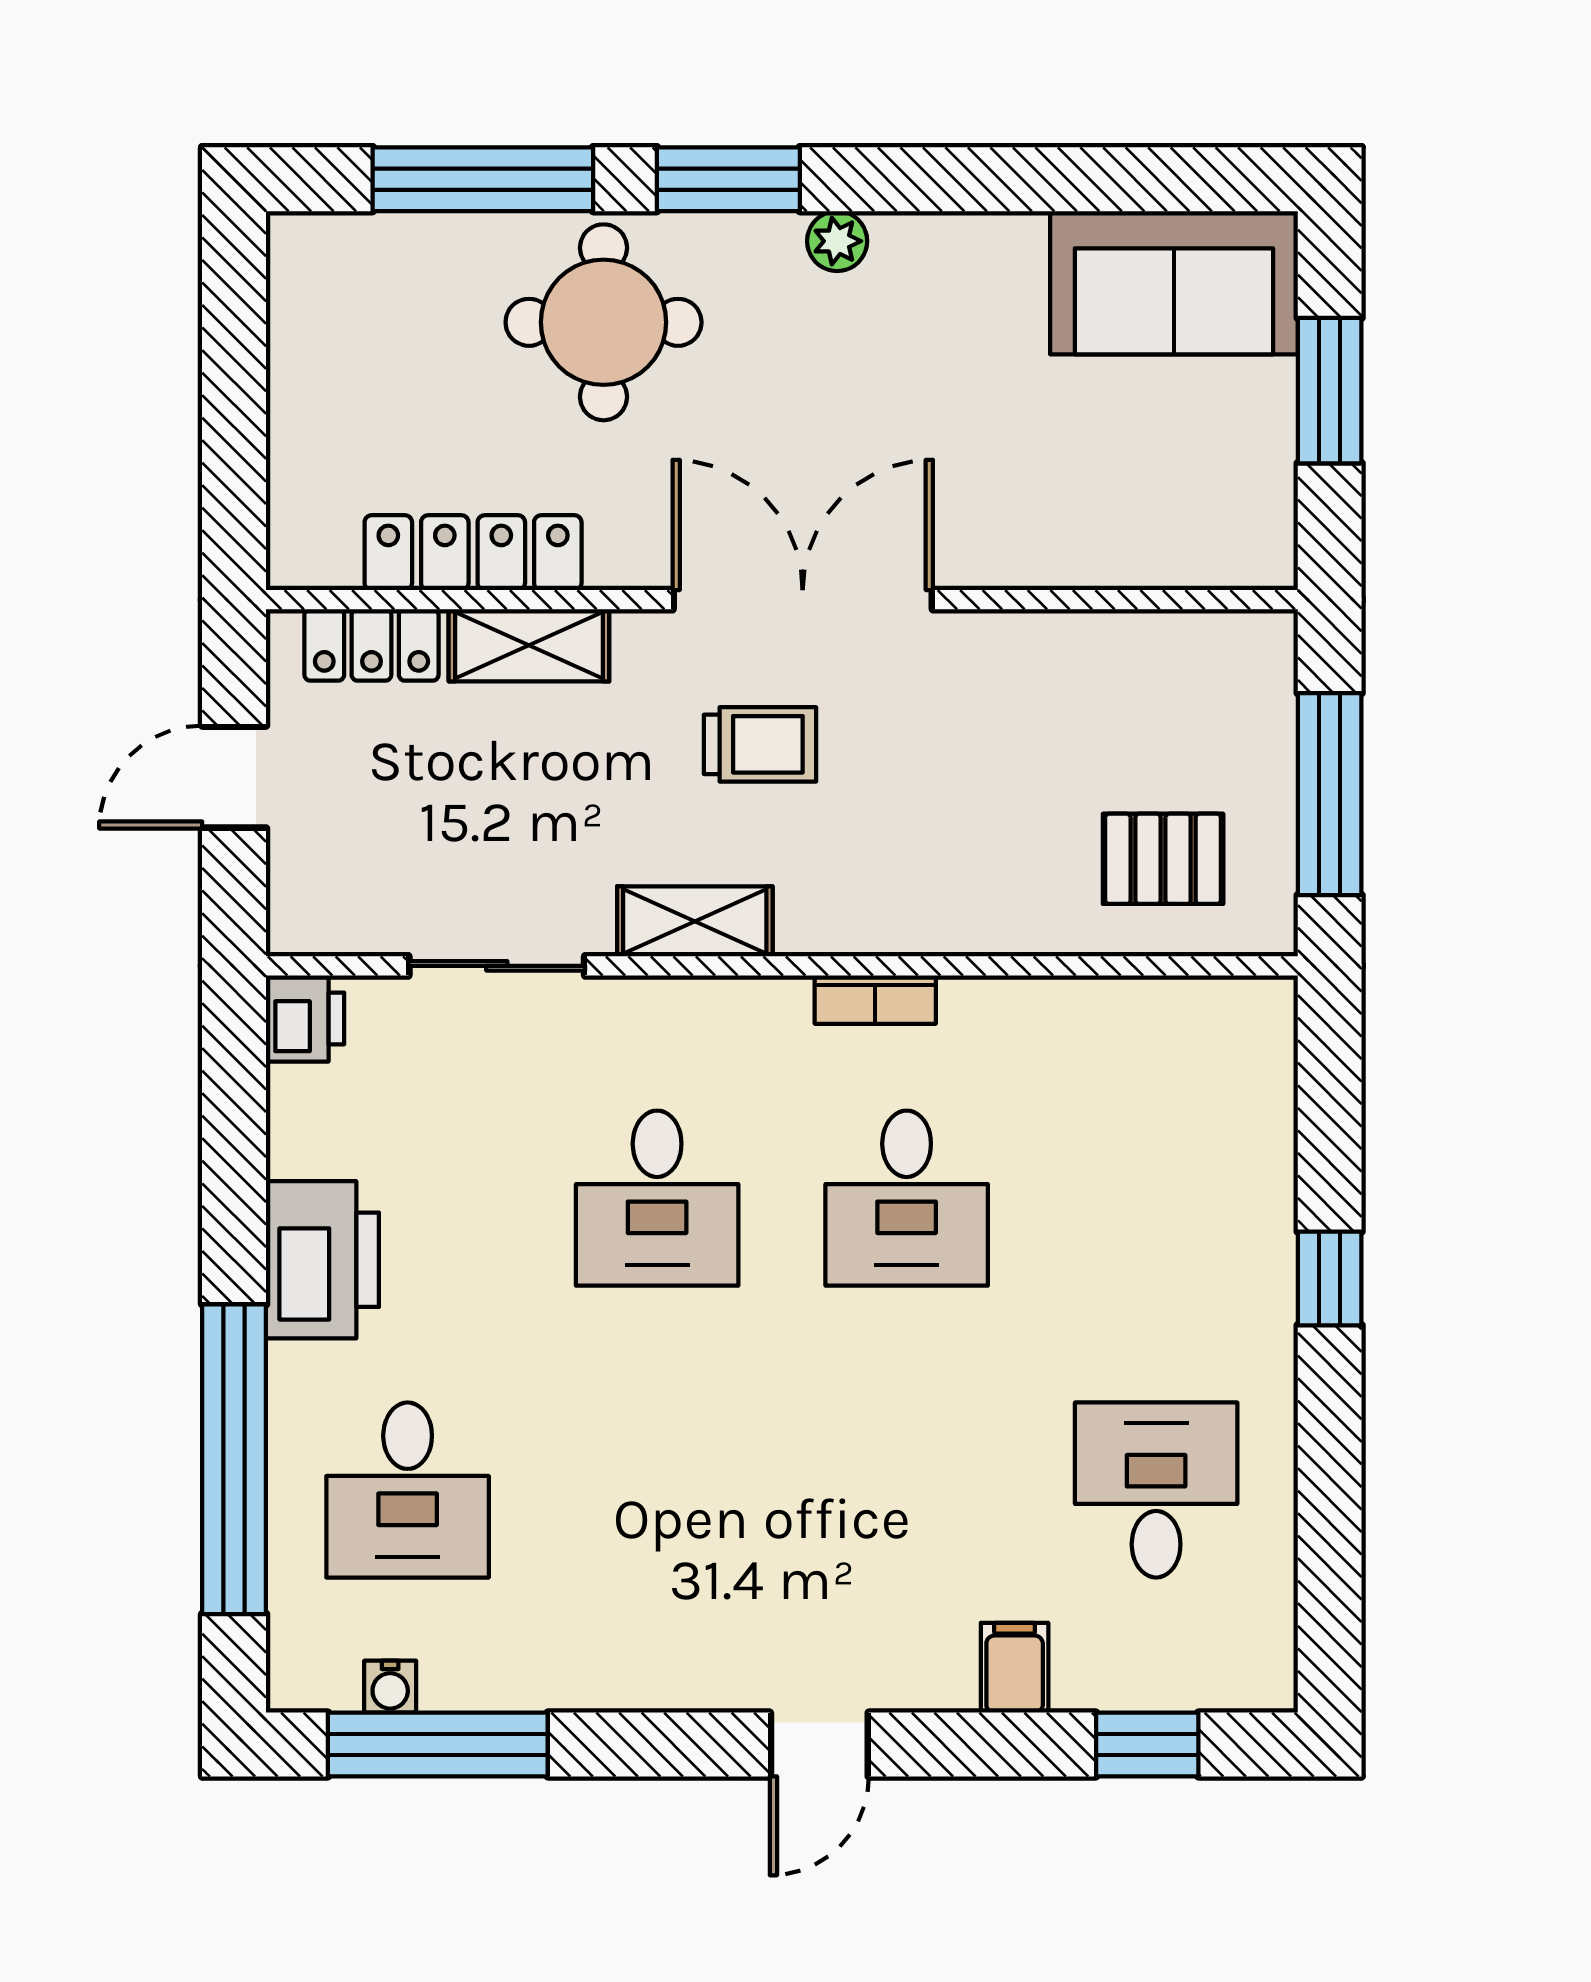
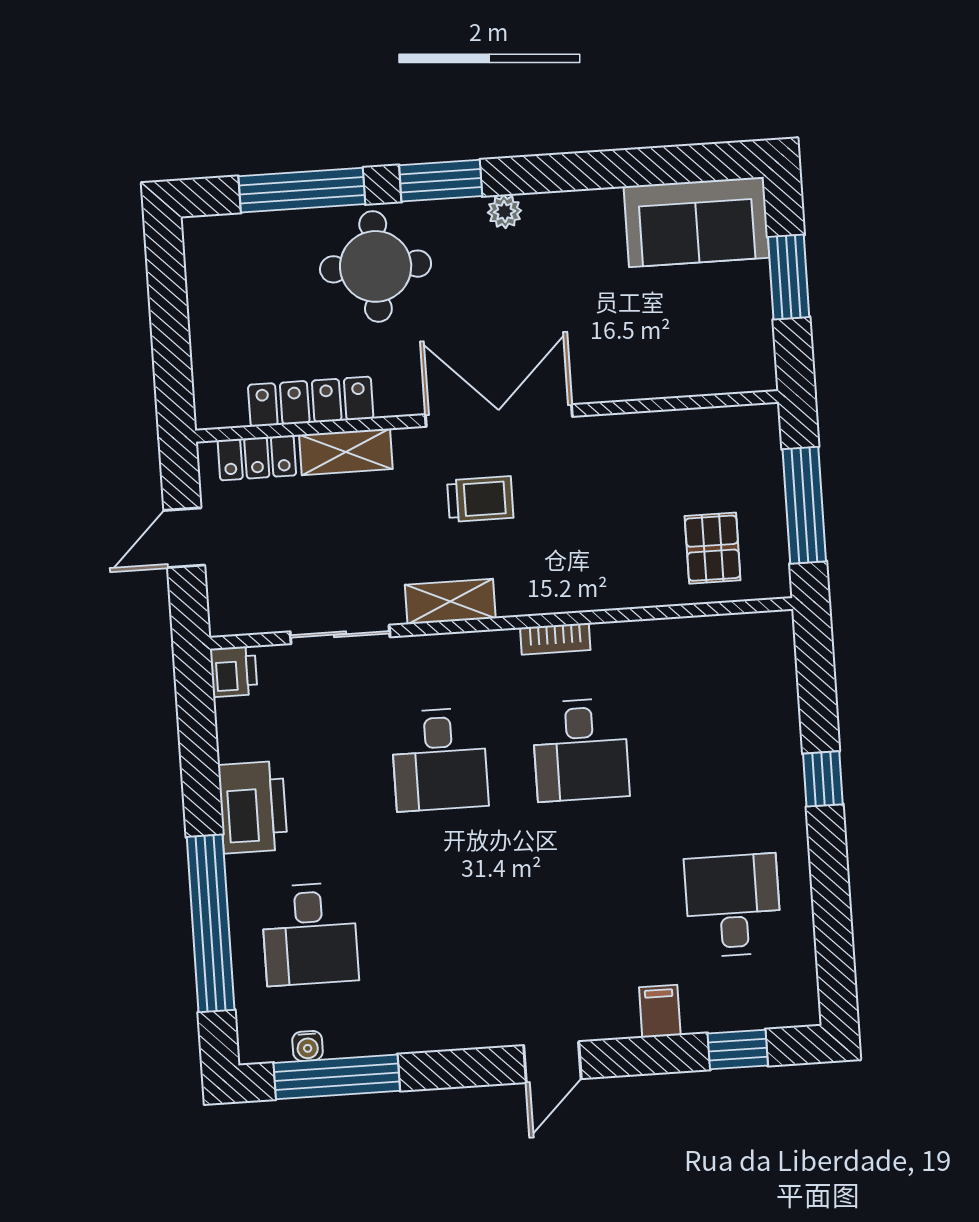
pallet: (1163, 859) -> (713, 548), turned 90

